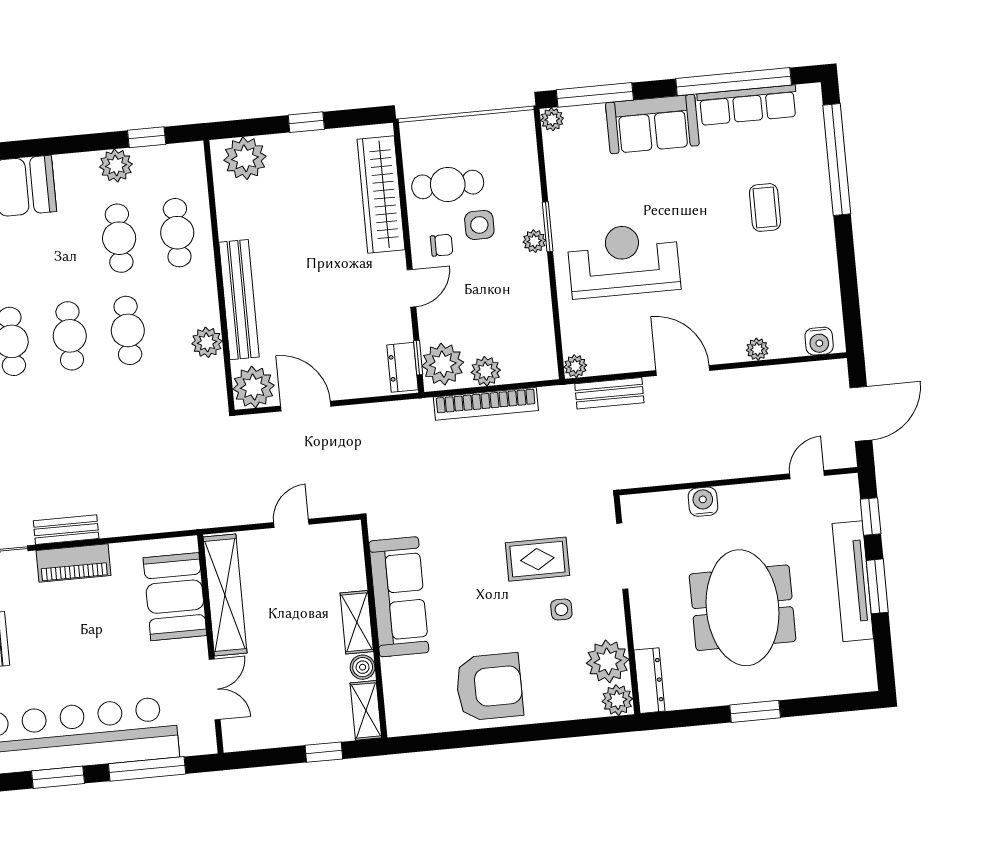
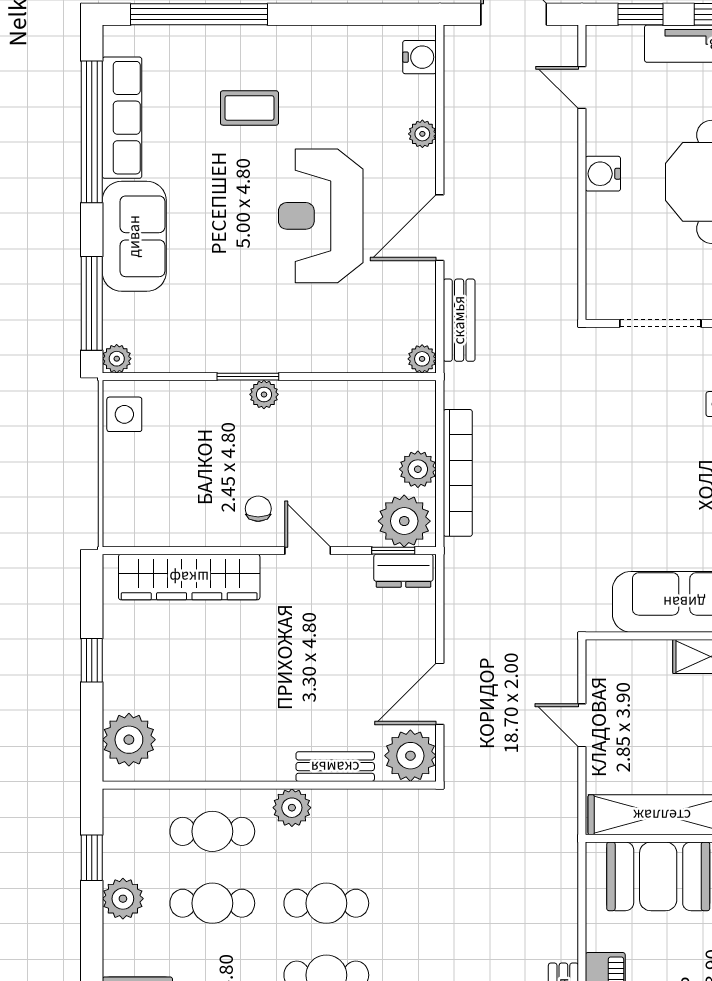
cafe table: (448, 184) -> (185, 494), removed
side table: (479, 225) -> (124, 414), moved
reception desk: (624, 260) -> (321, 216), moved
bench: (239, 300) -> (335, 767), width x0.54, depth x0.82
plant: (207, 342) -> (292, 808), moved
water cooler: (703, 502) -> (603, 174), moved
rug: (537, 559) -> (654, 428), removed

